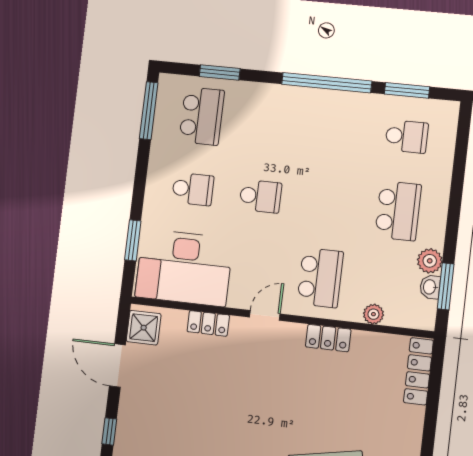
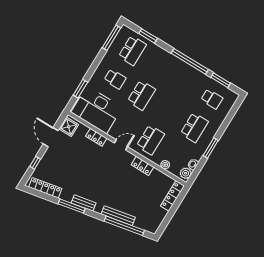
school desk: (260, 196) -> (141, 95), width x1.85
plant: (430, 261) -> (186, 173), moved
window: (446, 286) -> (211, 148), moved

